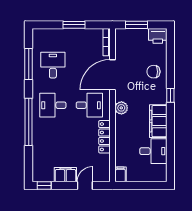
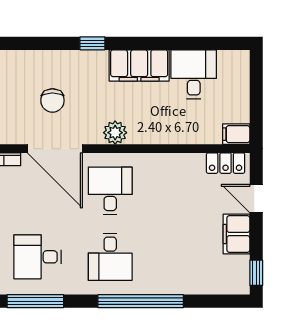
chair: (153, 72) -> (52, 100), moved
locker: (104, 137) -> (226, 163), moved, width x0.66

